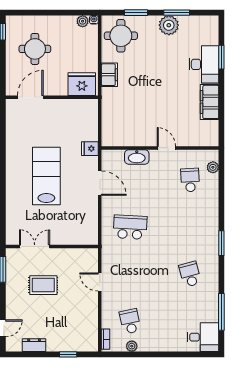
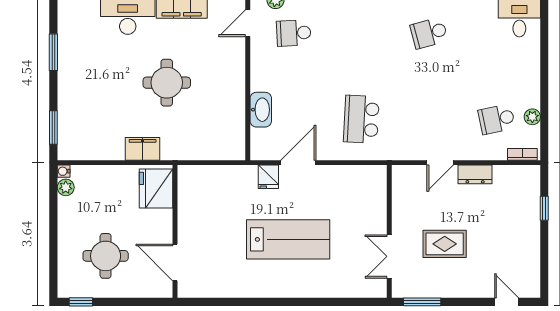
window: (136, 13) -> (53, 128), moved
plant: (169, 25) -> (71, 64), removed
round table: (121, 36) -> (167, 83), moved
door: (166, 148) -> (248, 23), moved
fridge: (90, 149) -> (268, 177), moved
lab bench: (46, 176) -> (288, 239), turned 180
rug: (43, 285) -> (445, 244), turned 90
dresser: (34, 345) -> (475, 174), moved, turned -90

